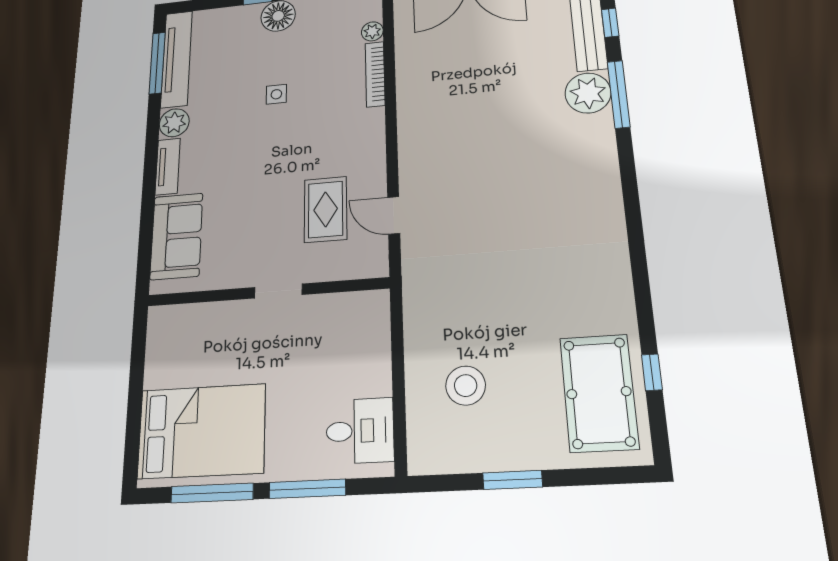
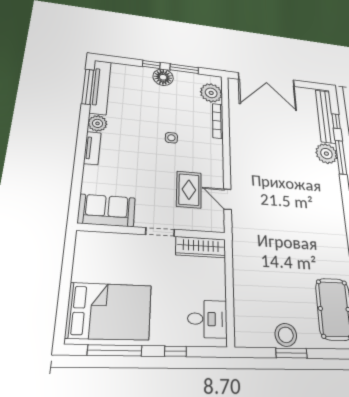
plant: (372, 31) -> (211, 93), width x1.87, depth x1.87
side table: (276, 94) -> (171, 138), moved
sofa: (176, 236) -> (107, 210), moved, turned -90
wardrobe: (347, 308) -> (201, 247), added
stool: (466, 386) -> (286, 335), moved
window: (307, 489) -> (175, 351), width x0.46

